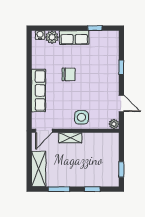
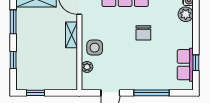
row of seats: (74, 38) -> (185, 65), moved
window: (121, 67) -> (152, 93), width x2.17
plant: (114, 124) -> (87, 67), moved

